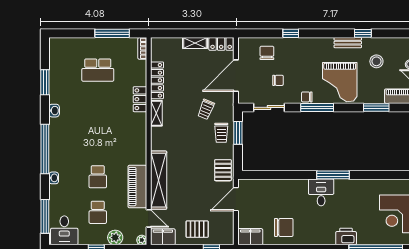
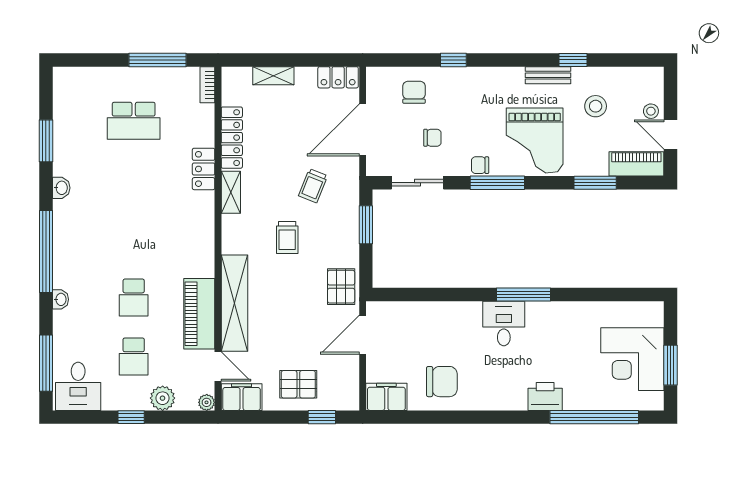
shelving: (195, 43) -> (273, 76), moved
trolley: (221, 133) -> (287, 238), moved

